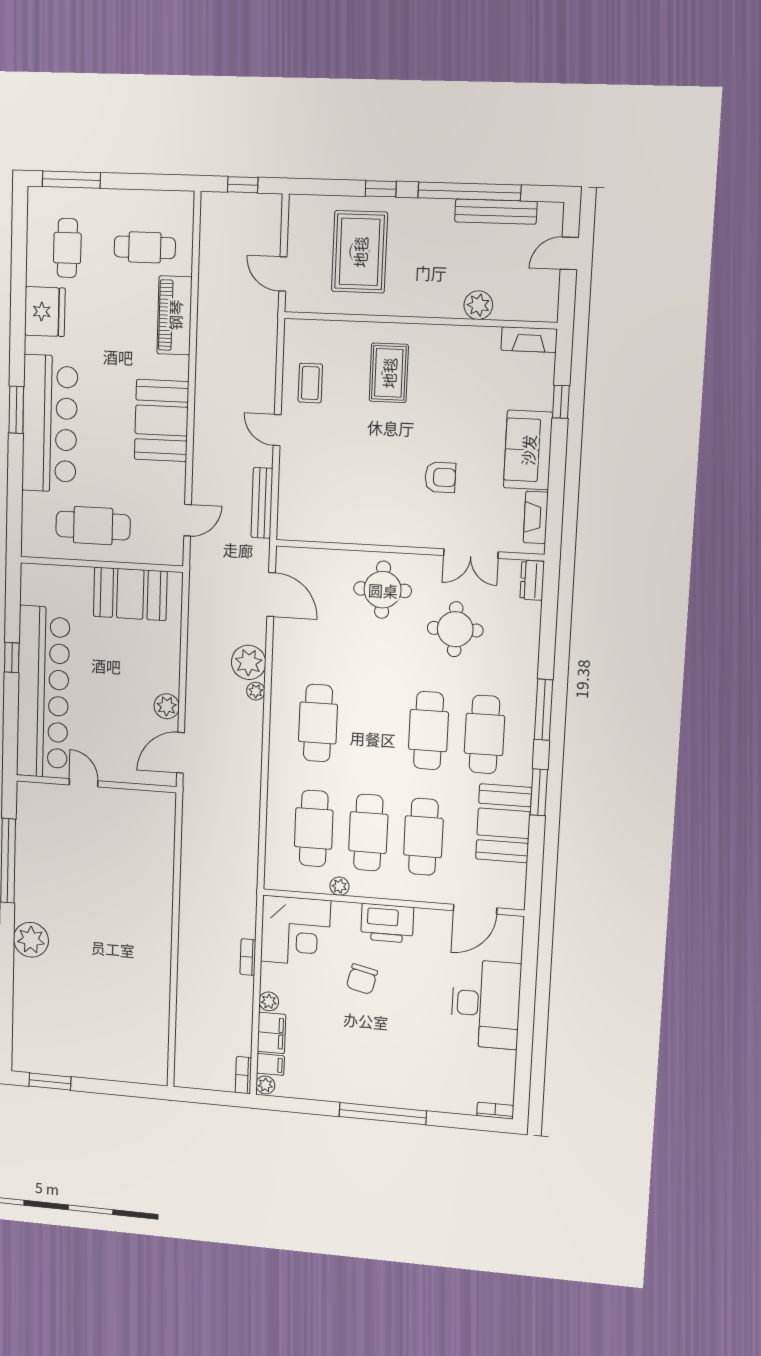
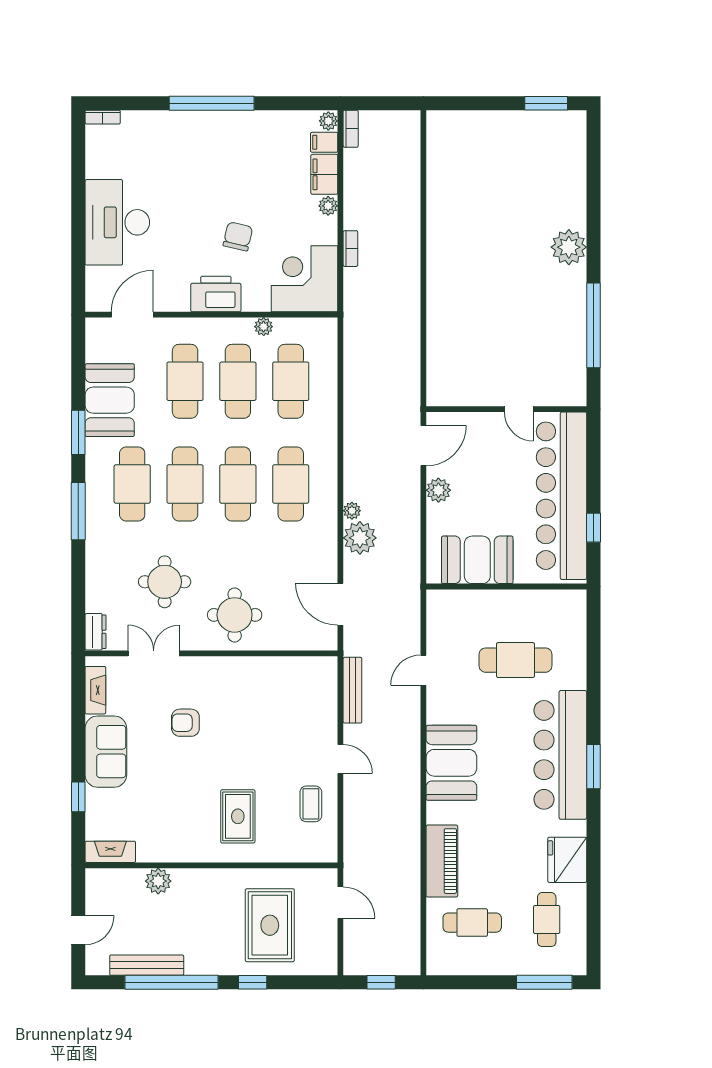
wall: (101, 564) -> (506, 587), moved
booth: (130, 594) -> (477, 560), moved
cafe table: (373, 727) -> (238, 484), added

